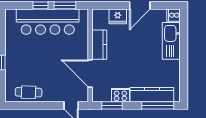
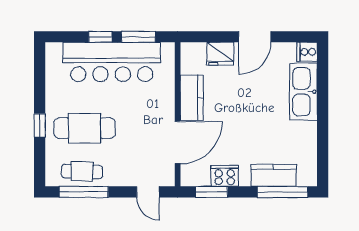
cafe table: (30, 64) -> (85, 128), added
door: (90, 74) -> (178, 142), swing flipped
kitchen counter: (152, 95) -> (274, 175), width x0.67
window: (30, 105) -> (84, 192), added

